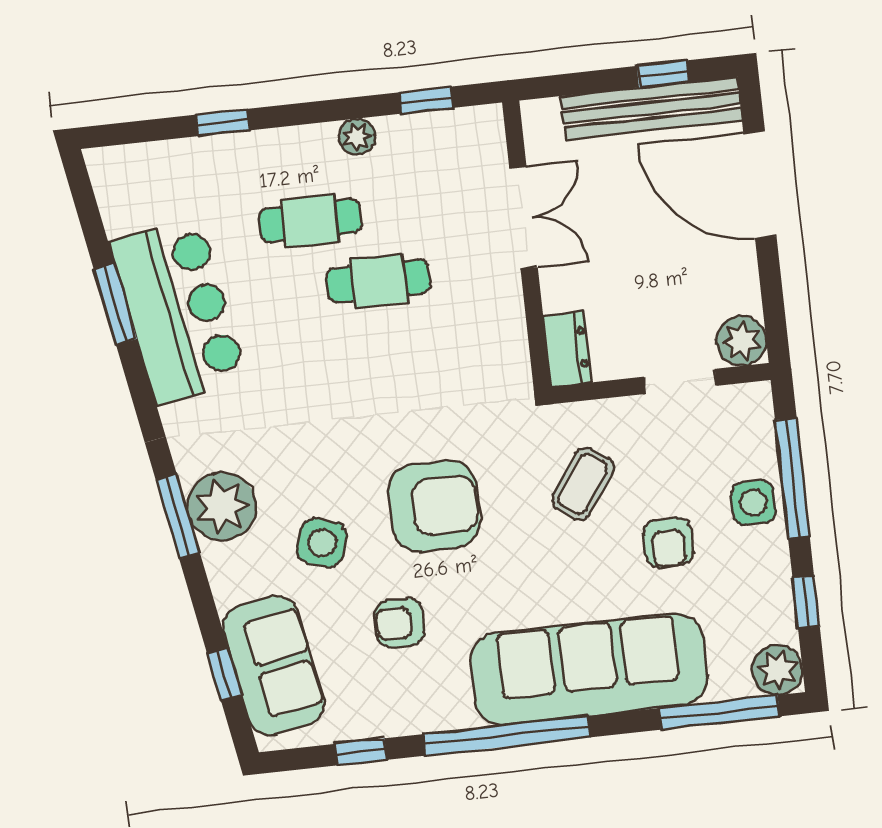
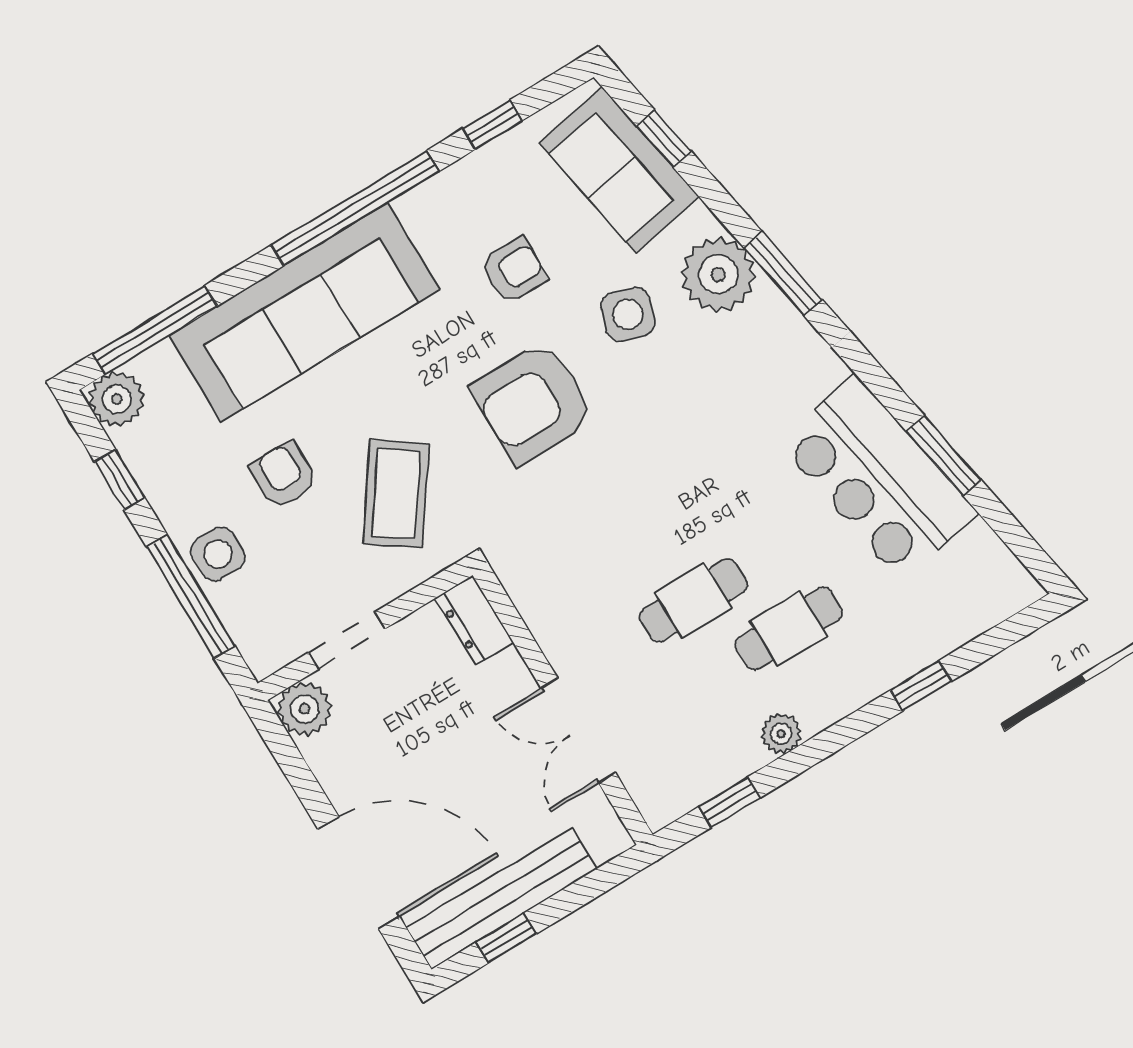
coffee table: (583, 484) -> (396, 494), width x1.36, depth x1.30
plant: (222, 507) -> (718, 274), moved

